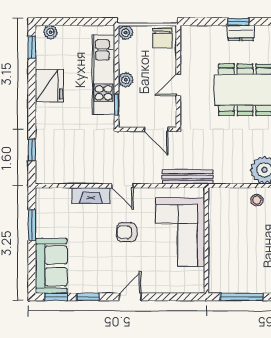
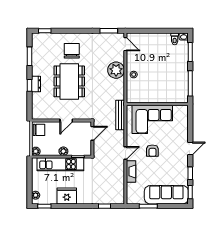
door: (178, 85) -> (66, 121), hinge flipped
sofa: (51, 266) -> (166, 195), width x1.36
door: (130, 297) -> (190, 149), swing flipped

